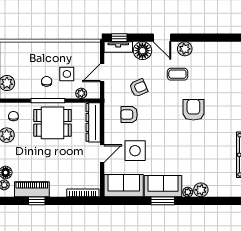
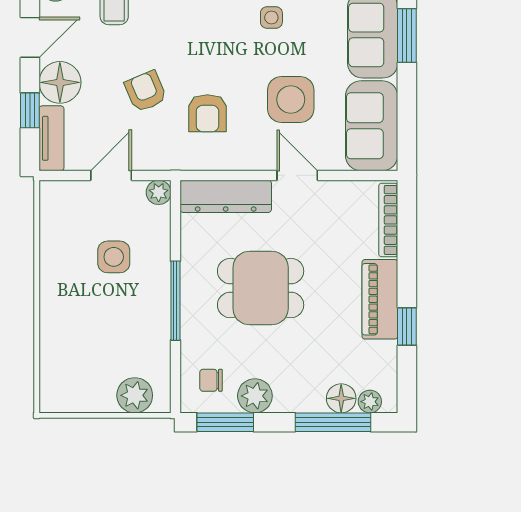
window: (119, 38) -> (30, 110), moved
door: (102, 73) -> (111, 175), swing flipped
chair: (47, 81) -> (131, 304), removed
plant: (81, 93) -> (159, 192), moved
dining table: (53, 123) -> (261, 288), moved, turned 90
side table: (171, 142) -> (271, 18), added
piano: (32, 189) -> (380, 299), moved

